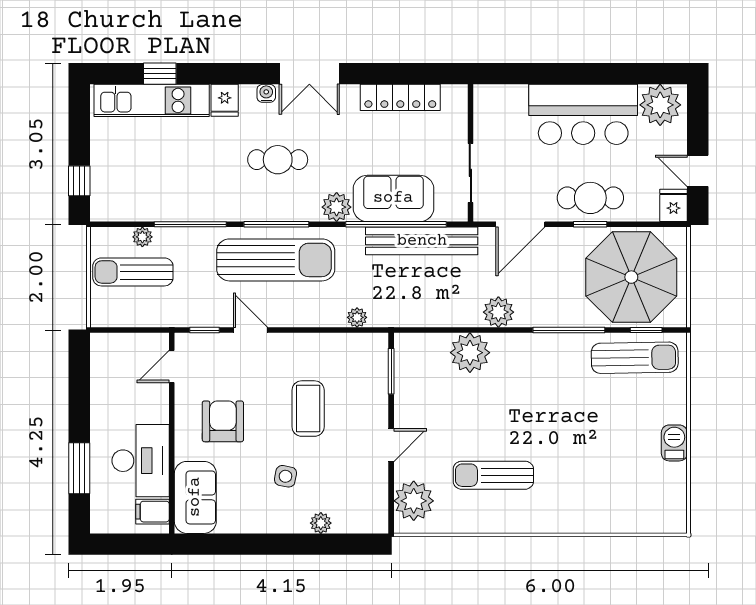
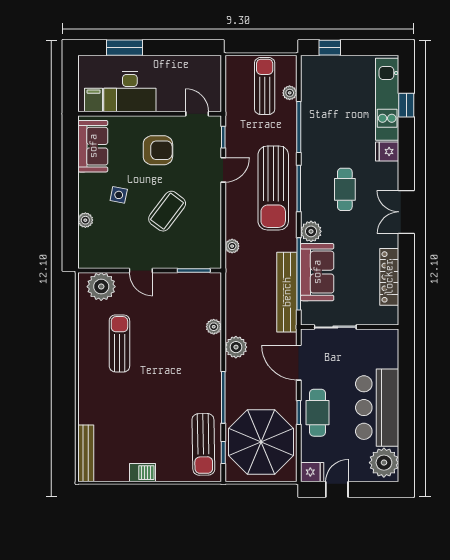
water cooler: (266, 93) -> (392, 181), removed
plant: (470, 353) -> (214, 327), width x0.53, depth x0.53
coffee table: (308, 409) -> (167, 211), turned -53
sofa: (195, 497) -> (93, 146), moved, turned -90
bench: (647, 522) -> (86, 453), added

